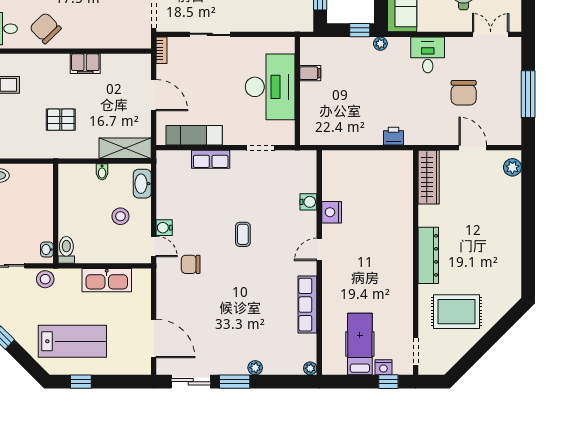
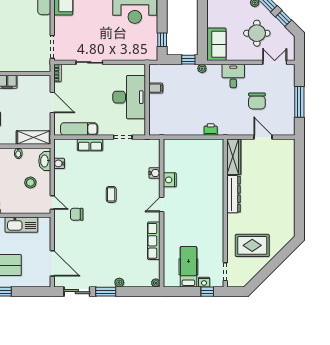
plant: (512, 167) -> (289, 150), removed
water cooler: (164, 228) -> (59, 163), moved
dresser: (428, 255) -> (234, 194), moved

